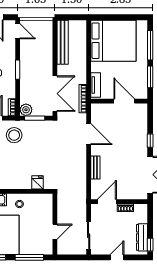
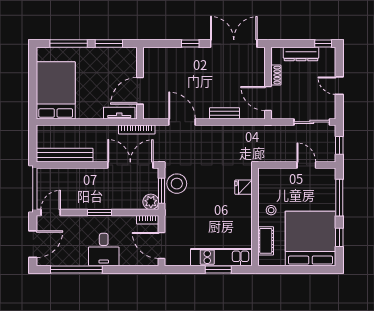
bed: (113, 41) -> (56, 90), width x0.73
door: (124, 101) -> (140, 91), moved
door: (89, 134) -> (182, 122), hinge flipped
stool: (14, 135) -> (177, 184), moved
dresser: (142, 237) -> (301, 54), moved
window: (70, 257) -> (339, 145), added

